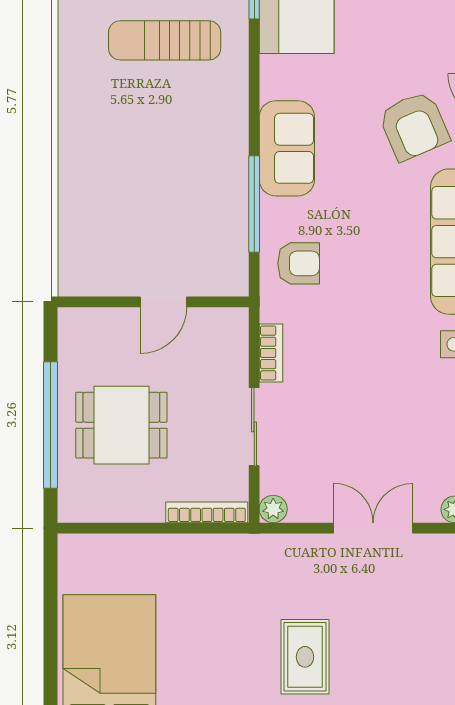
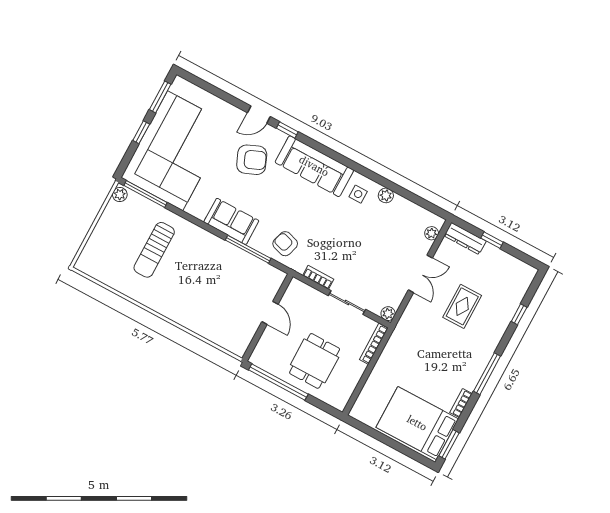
armchair: (299, 263) -> (285, 244), turned -73
window: (50, 425) -> (278, 382), moved
double door: (373, 528) -> (420, 274), swing flipped
rug: (305, 657) -> (462, 306), moved, turned 90

